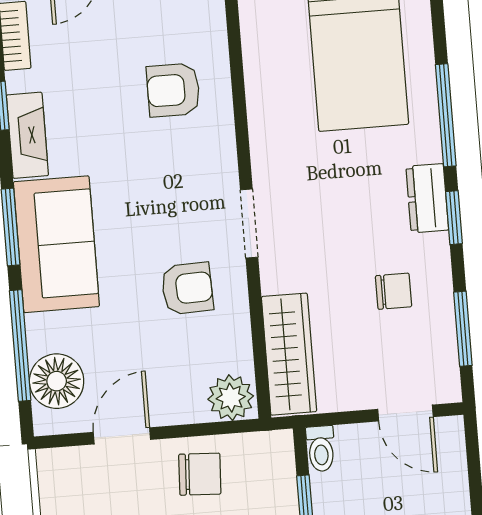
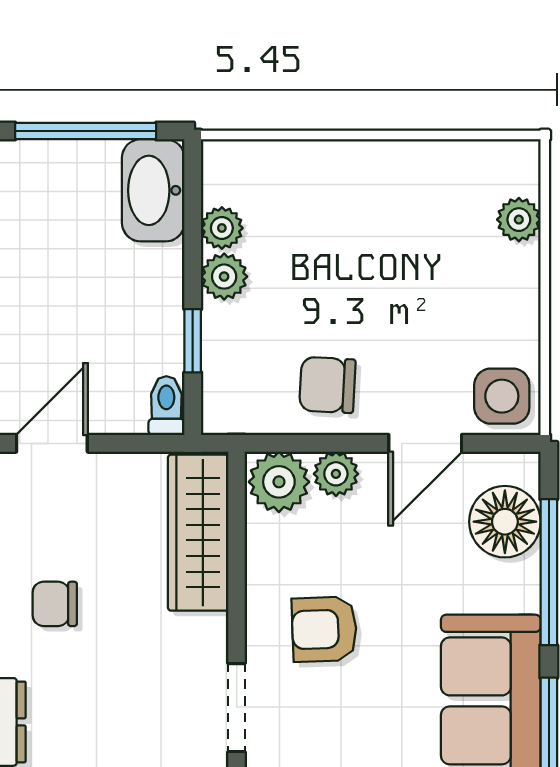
plant: (188, 407) -> (336, 474), added
door: (405, 413) -> (52, 443), hinge flipped
side table: (67, 476) -> (502, 396), added

